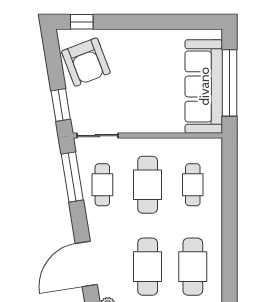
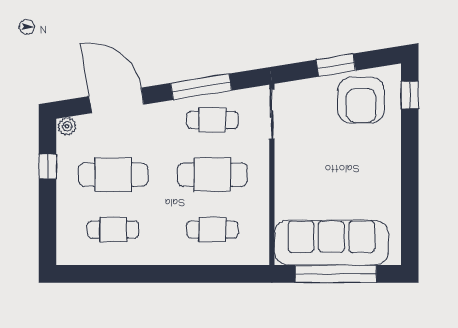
armchair: (86, 62) -> (361, 100), turned -69
window: (61, 105) -> (336, 65), moved
window: (72, 177) -> (201, 87), moved
cafe table: (193, 267) -> (113, 229), width x0.73, depth x0.74

